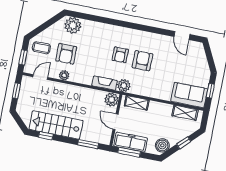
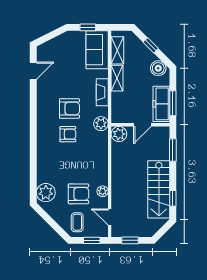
armchair: (142, 61) -> (69, 108), turned 180
fireplace: (105, 83) -> (102, 92), moved
shelving: (137, 103) -> (117, 78), moved

